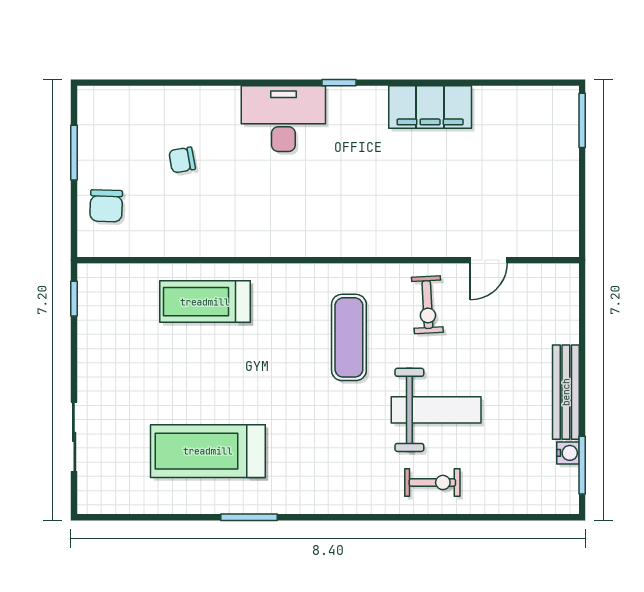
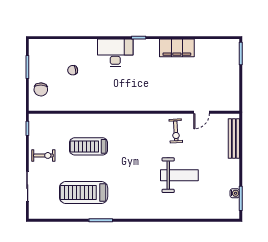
treadmill: (205, 302) -> (89, 146), moved
exercise mat: (349, 337) -> (143, 145), removed
bench: (566, 392) -> (234, 139), moved
exercise bike: (432, 482) -> (43, 155), moved

